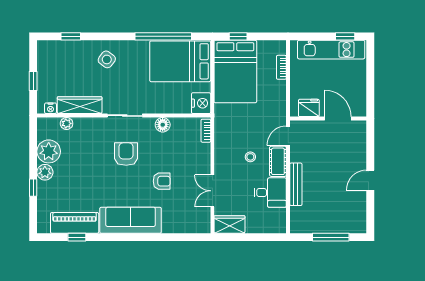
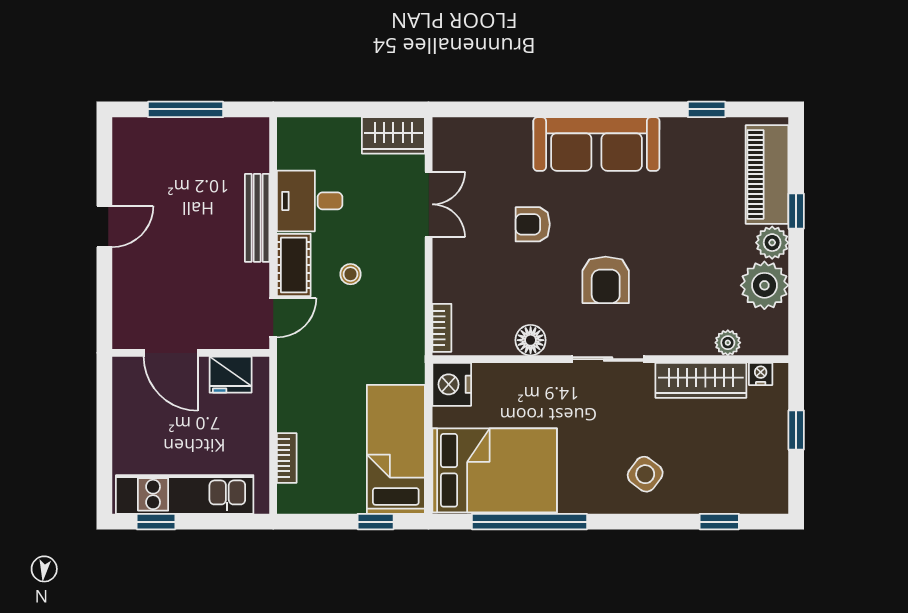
bed: (235, 72) -> (396, 449), width x0.67
piano: (75, 223) -> (767, 174), moved, turned 90

